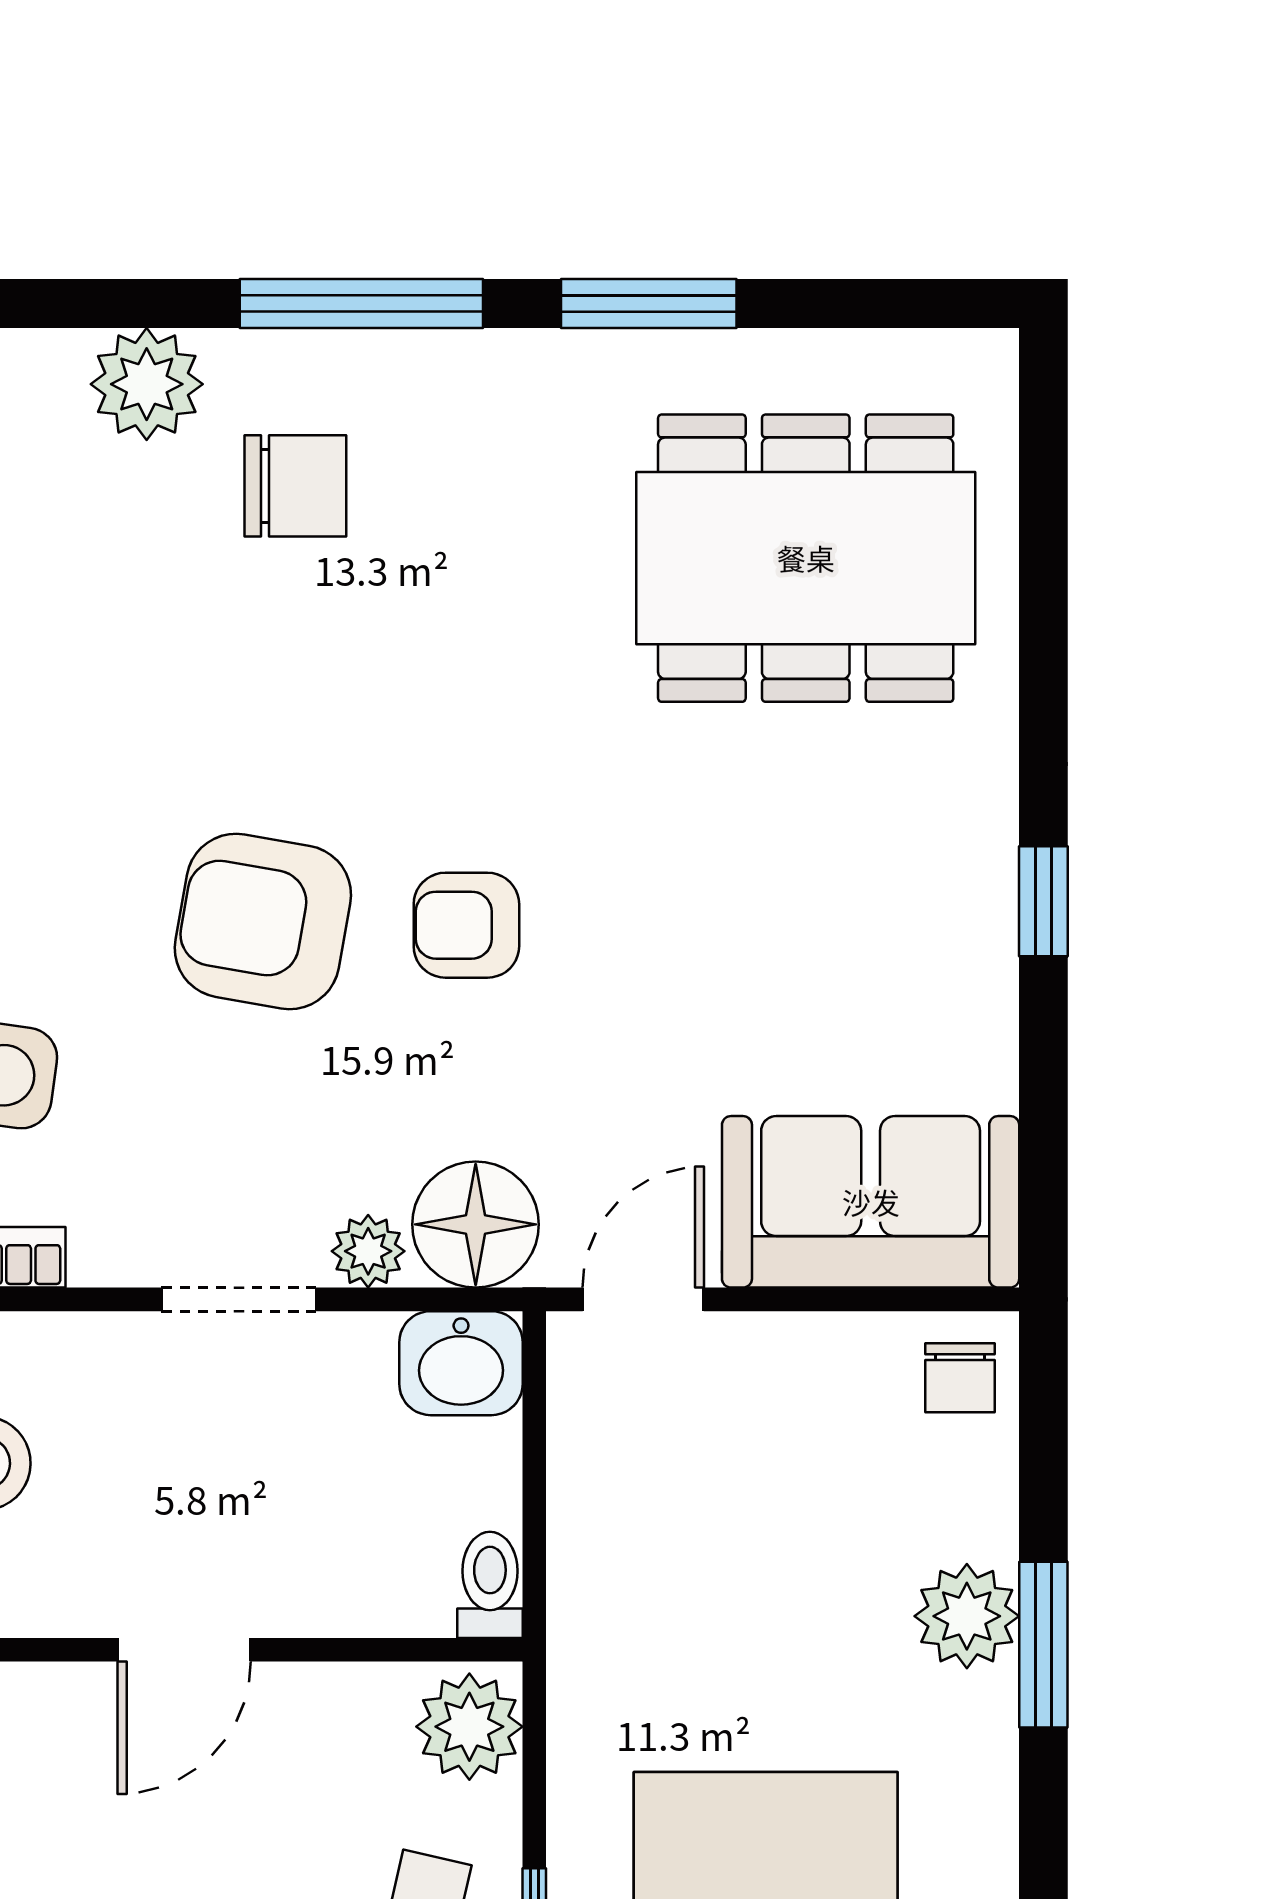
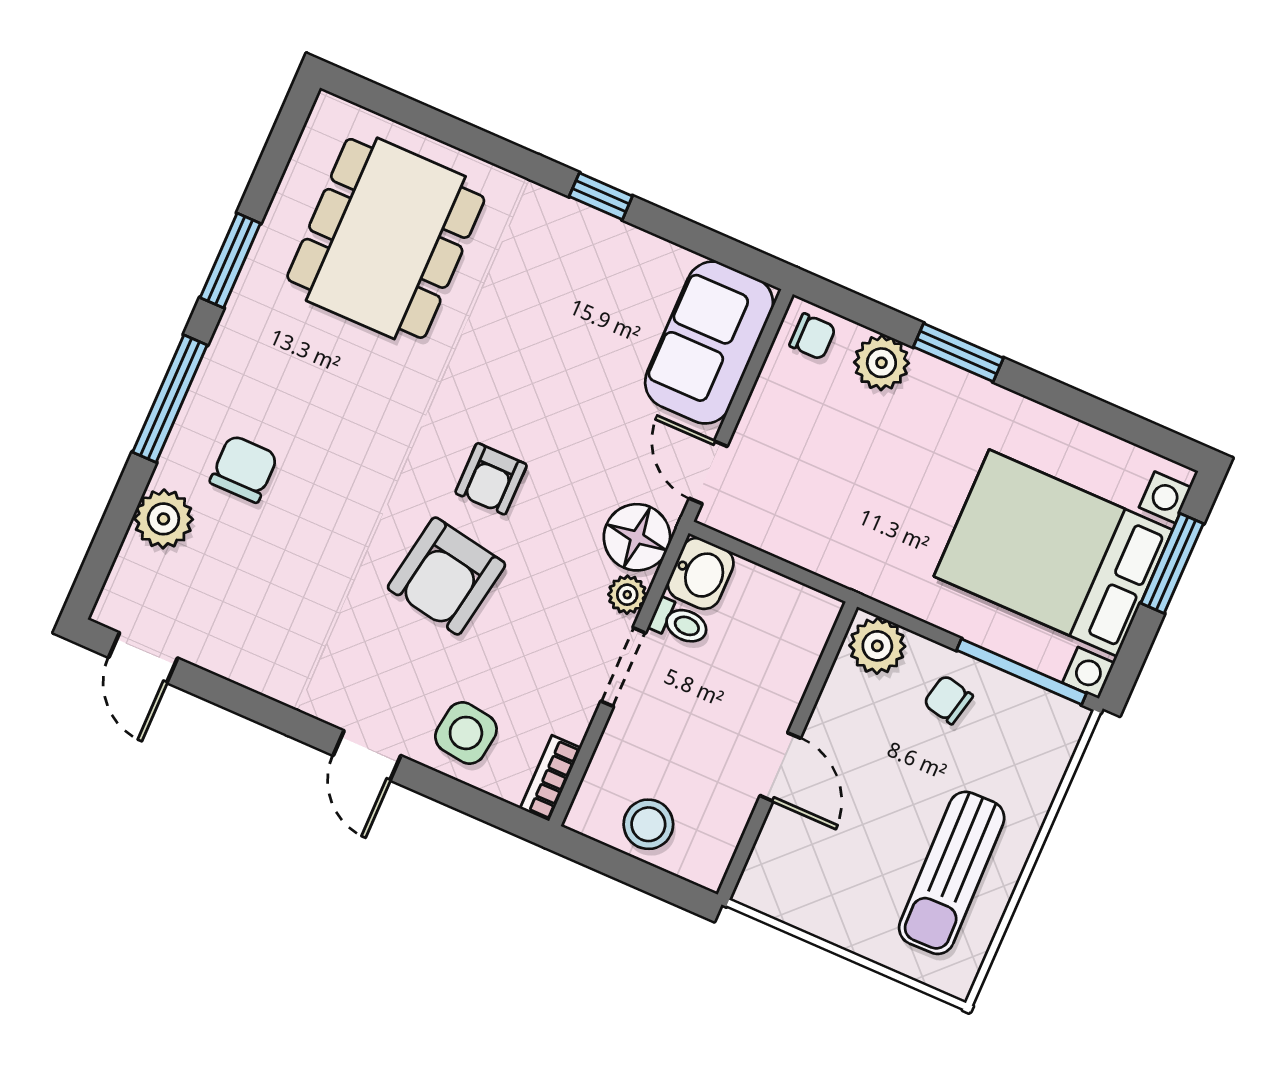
toilet: (490, 1585) -> (680, 623), moved, turned 180
plant: (967, 1616) -> (881, 363), moved

